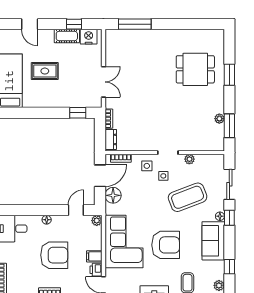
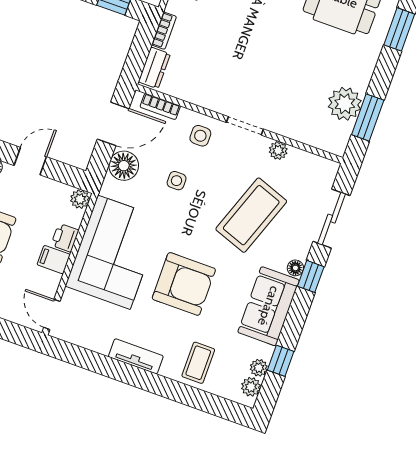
plant: (219, 119) -> (345, 104), width x1.88, depth x1.88
side table: (163, 176) -> (177, 181), moved
coffee table: (188, 197) -> (251, 215), turned -49
door: (76, 210) -> (30, 161), moved
printer: (96, 270) -> (65, 238), moved
plant: (219, 274) -> (259, 368), added

